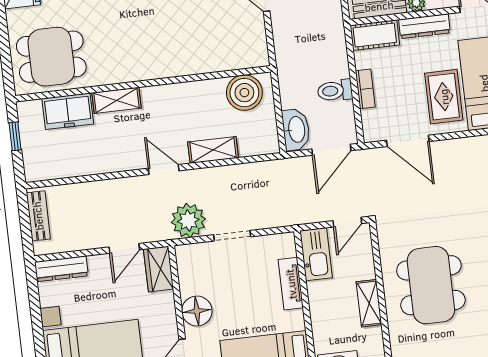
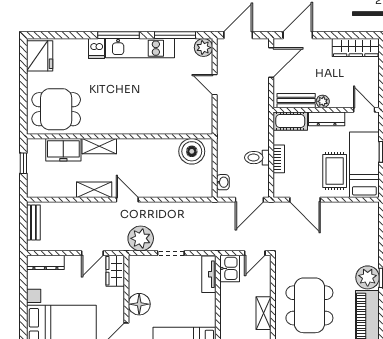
washbasin: (296, 130) -> (223, 182), width x0.52, depth x0.69
shelving: (213, 150) -> (94, 190), moved
kitchen sink: (316, 254) -> (230, 268), width x0.73
tv unit: (291, 284) -> (209, 274), moved

